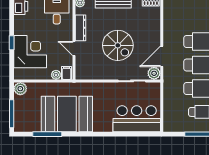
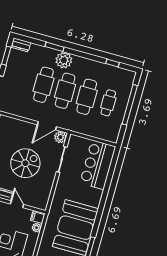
door: (74, 48) -> (17, 204), swing flipped
door: (162, 56) -> (47, 126), hinge flipped

